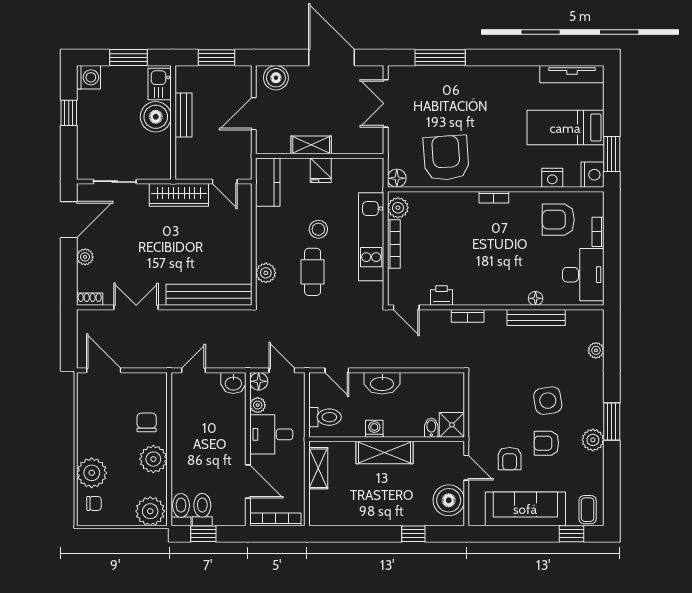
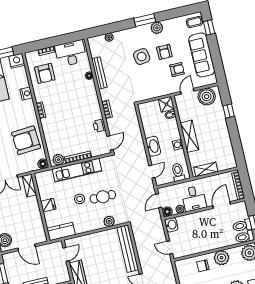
shelving: (311, 145) -> (29, 186), moved
nightstand: (552, 178) -> (26, 94), moved

